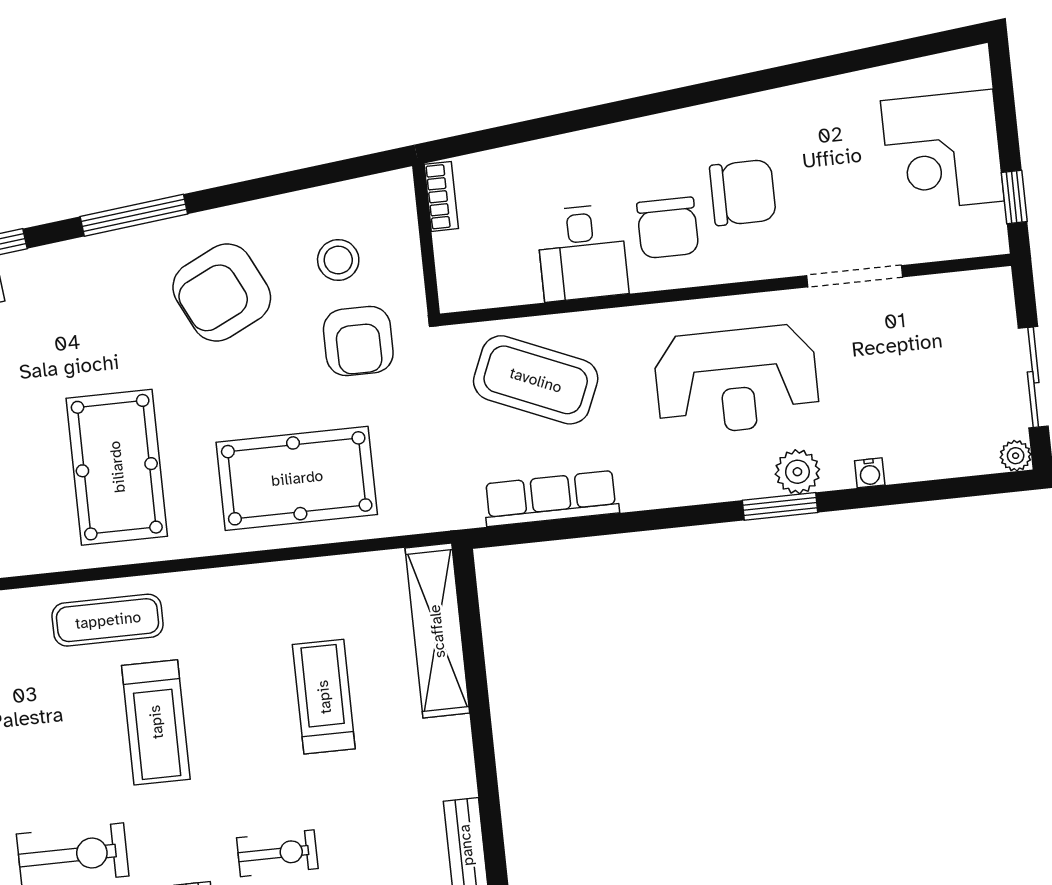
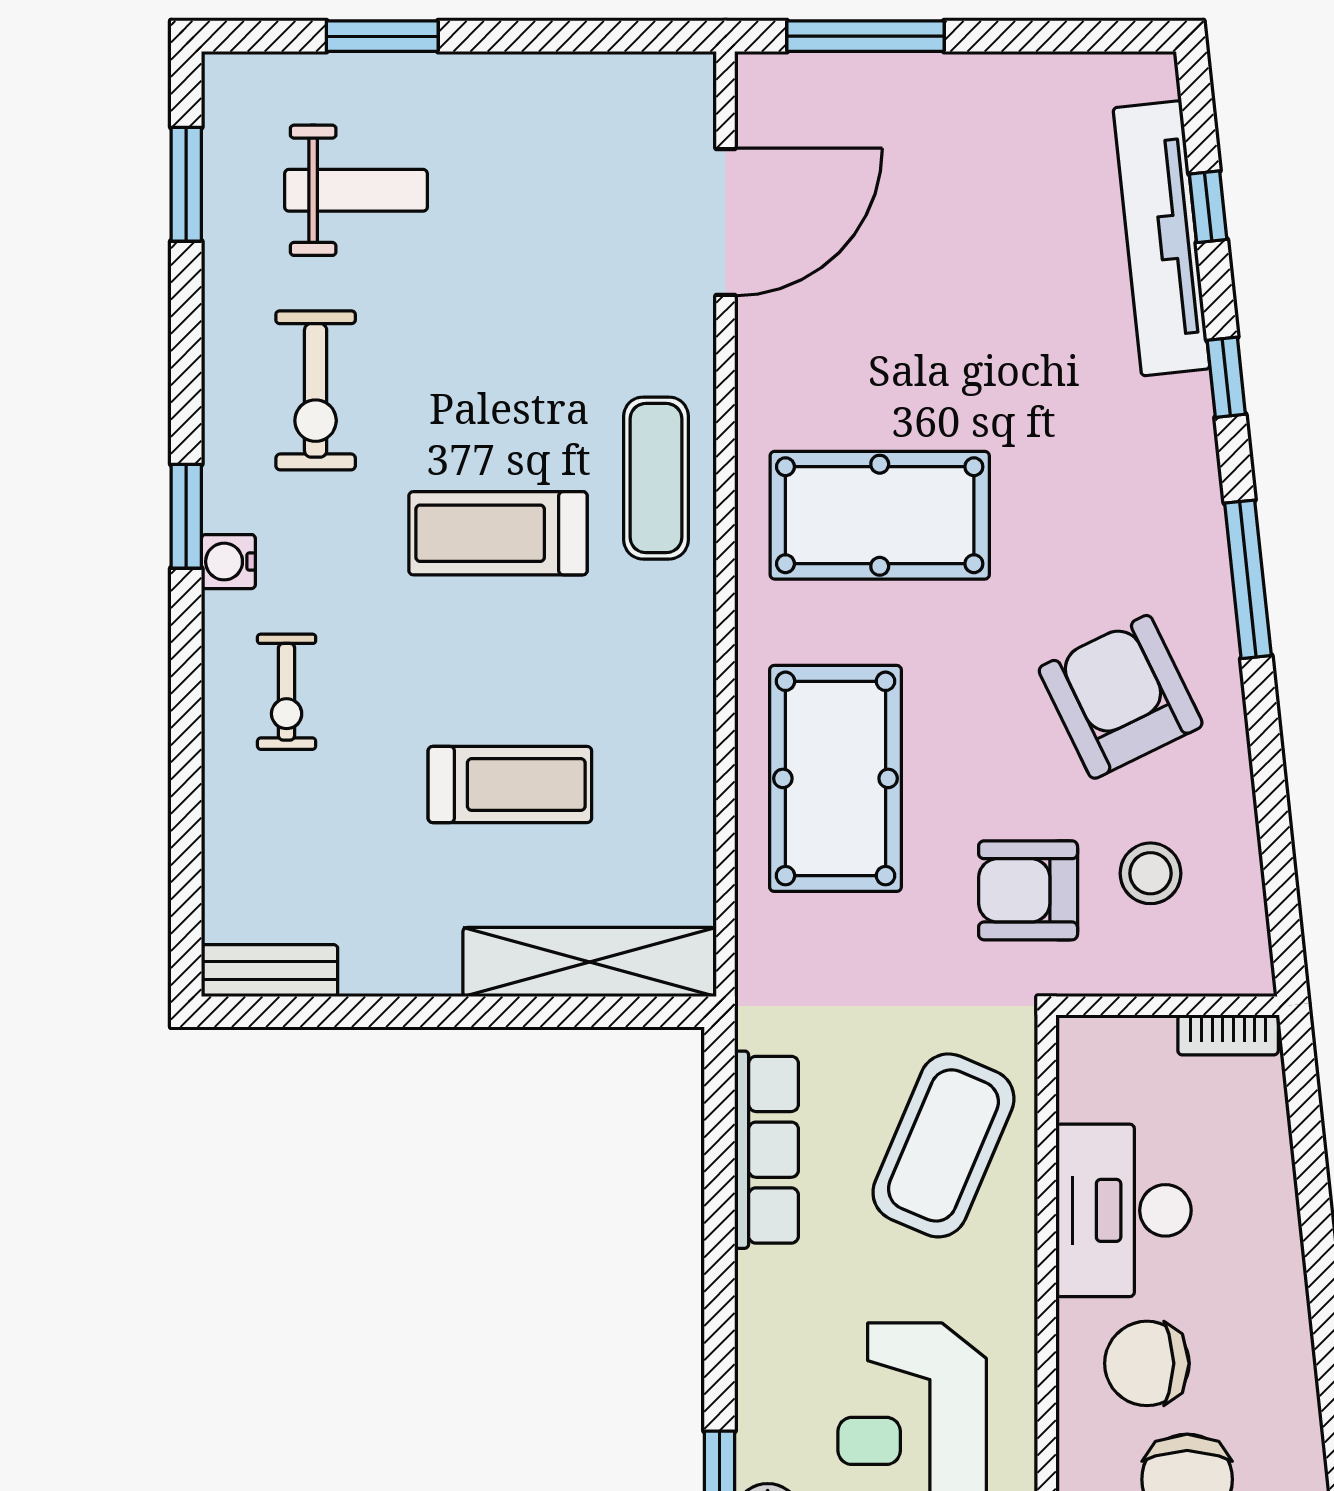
desk: (582, 253) -> (1123, 1210), width x1.37

